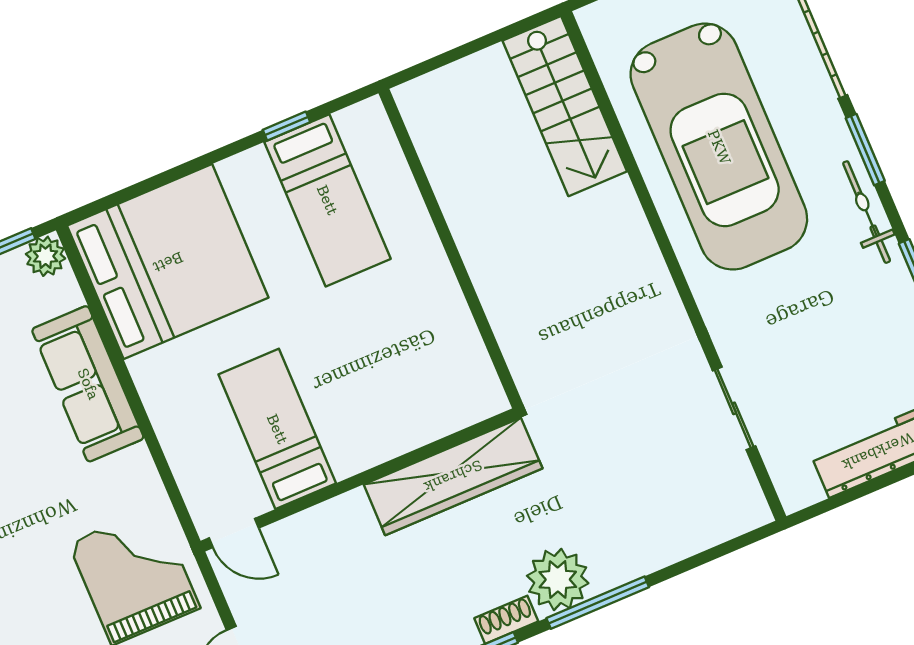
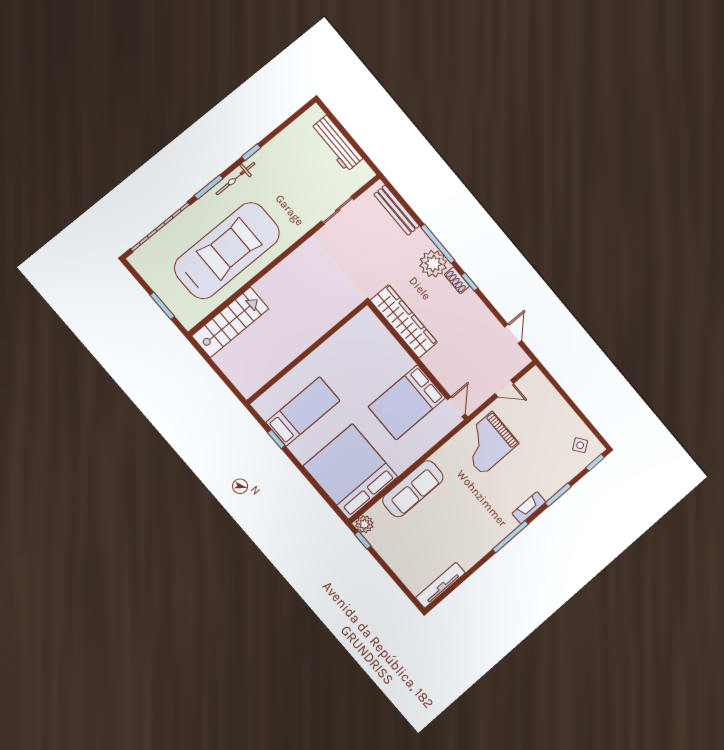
bed: (277, 429) -> (407, 402), width x1.50
bench: (697, 536) -> (397, 210), added

